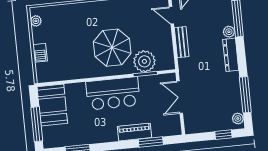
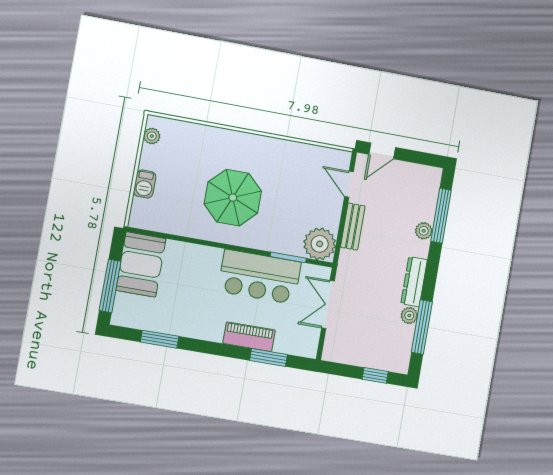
parasol: (112, 48) -> (233, 198), moved
dresser: (231, 55) -> (414, 282), moved
plant: (144, 61) -> (320, 244), moved
bar counter: (113, 93) -> (259, 277), moved
plant: (238, 118) -> (409, 316), moved

